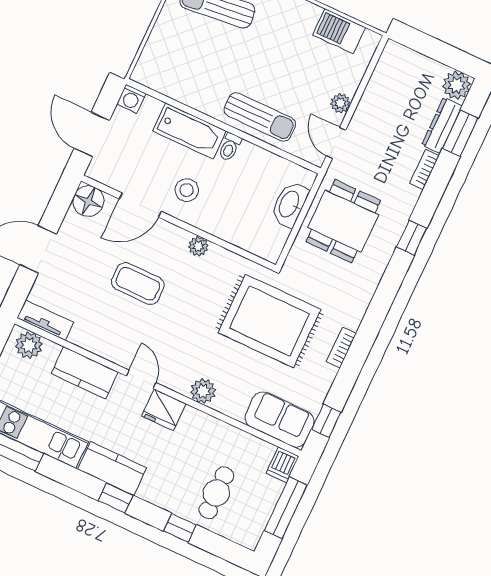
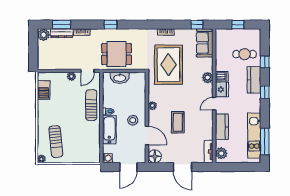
dishwasher: (282, 465) -> (222, 76), moved
kitchen counter: (112, 468) -> (254, 80), moved
window: (286, 508) -> (238, 25), width x0.46

